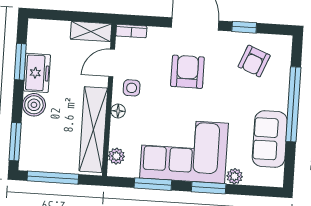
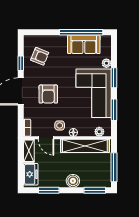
armchair: (187, 72) -> (48, 94), turned -90
freezer: (37, 73) -> (31, 174), moved, turned 90
window: (293, 104) -> (81, 32), moved

